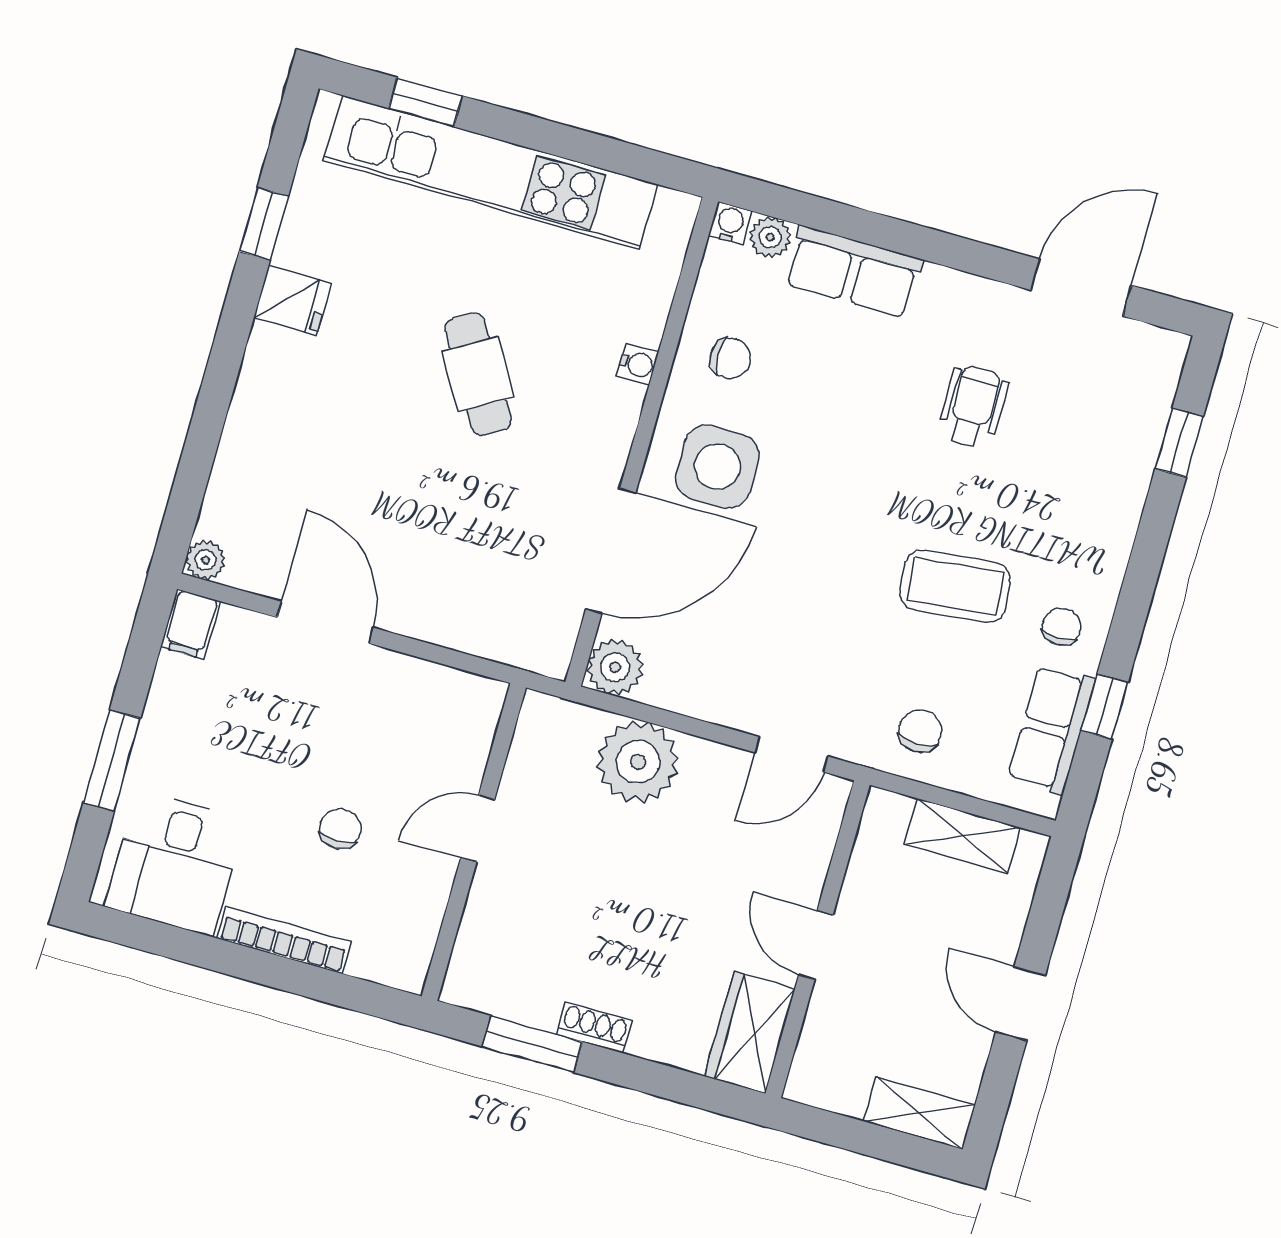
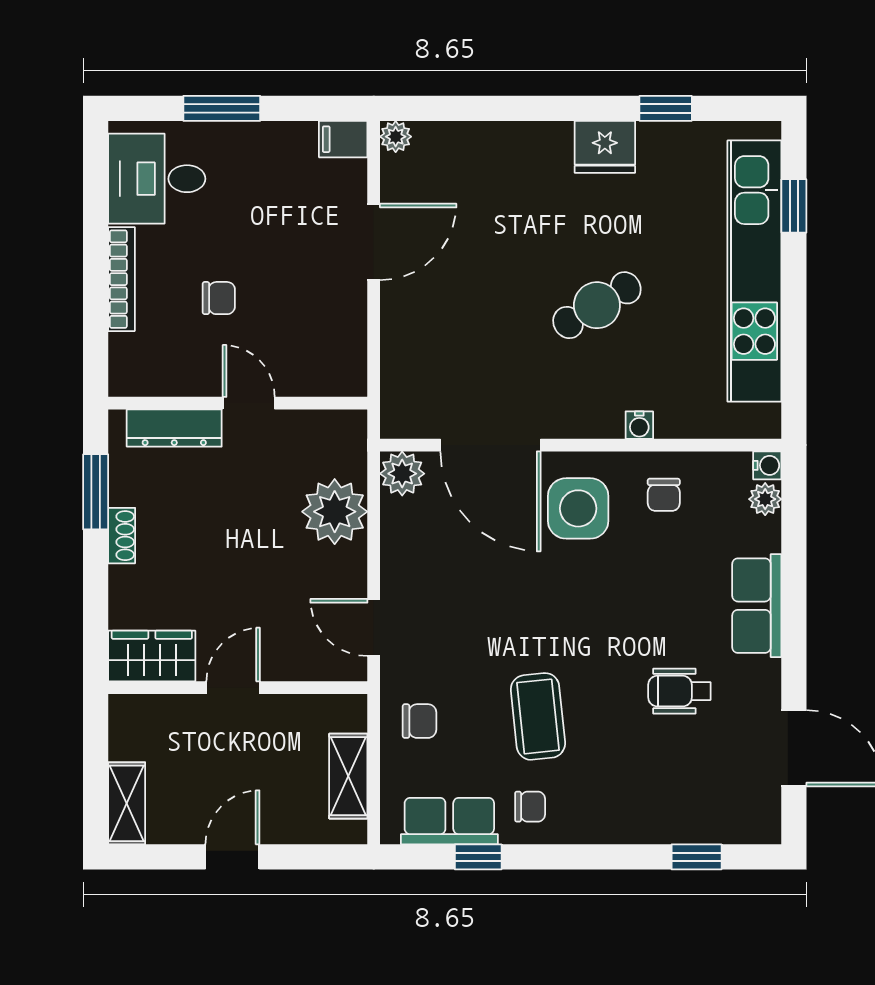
row of seats: (853, 272) -> (757, 606), moved
fridge: (292, 300) -> (605, 147), width x1.38
wheelchair: (973, 407) -> (679, 691), turned 180
dresser: (482, 927) -> (174, 428), added

